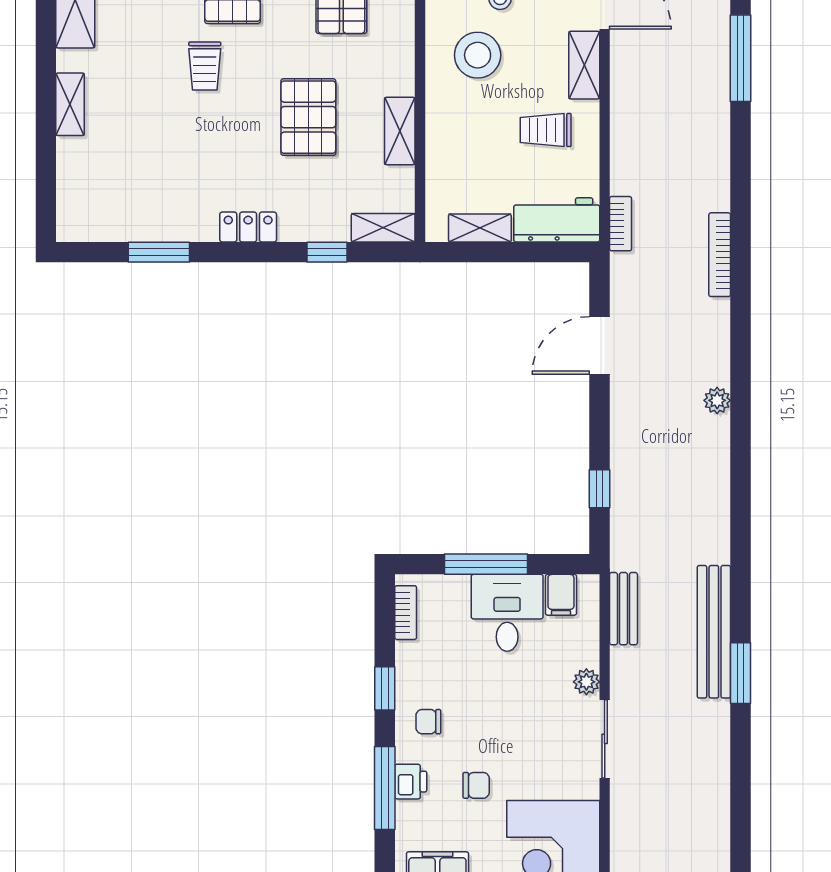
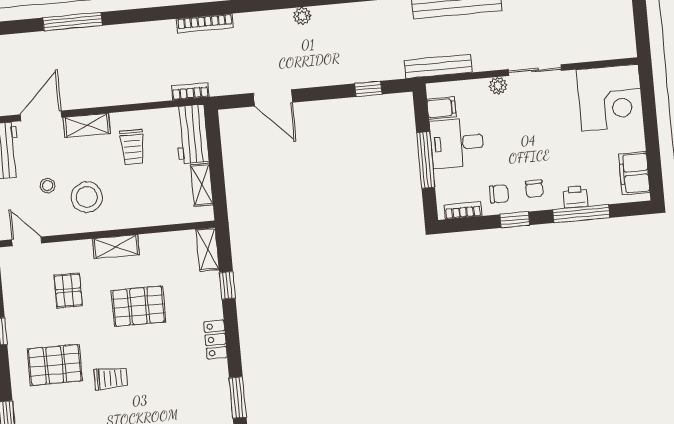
shelving: (400, 131) -> (116, 247), moved
bench: (623, 609) -> (438, 66), width x1.36
chair: (476, 785) -> (499, 194), moved, turned 90

